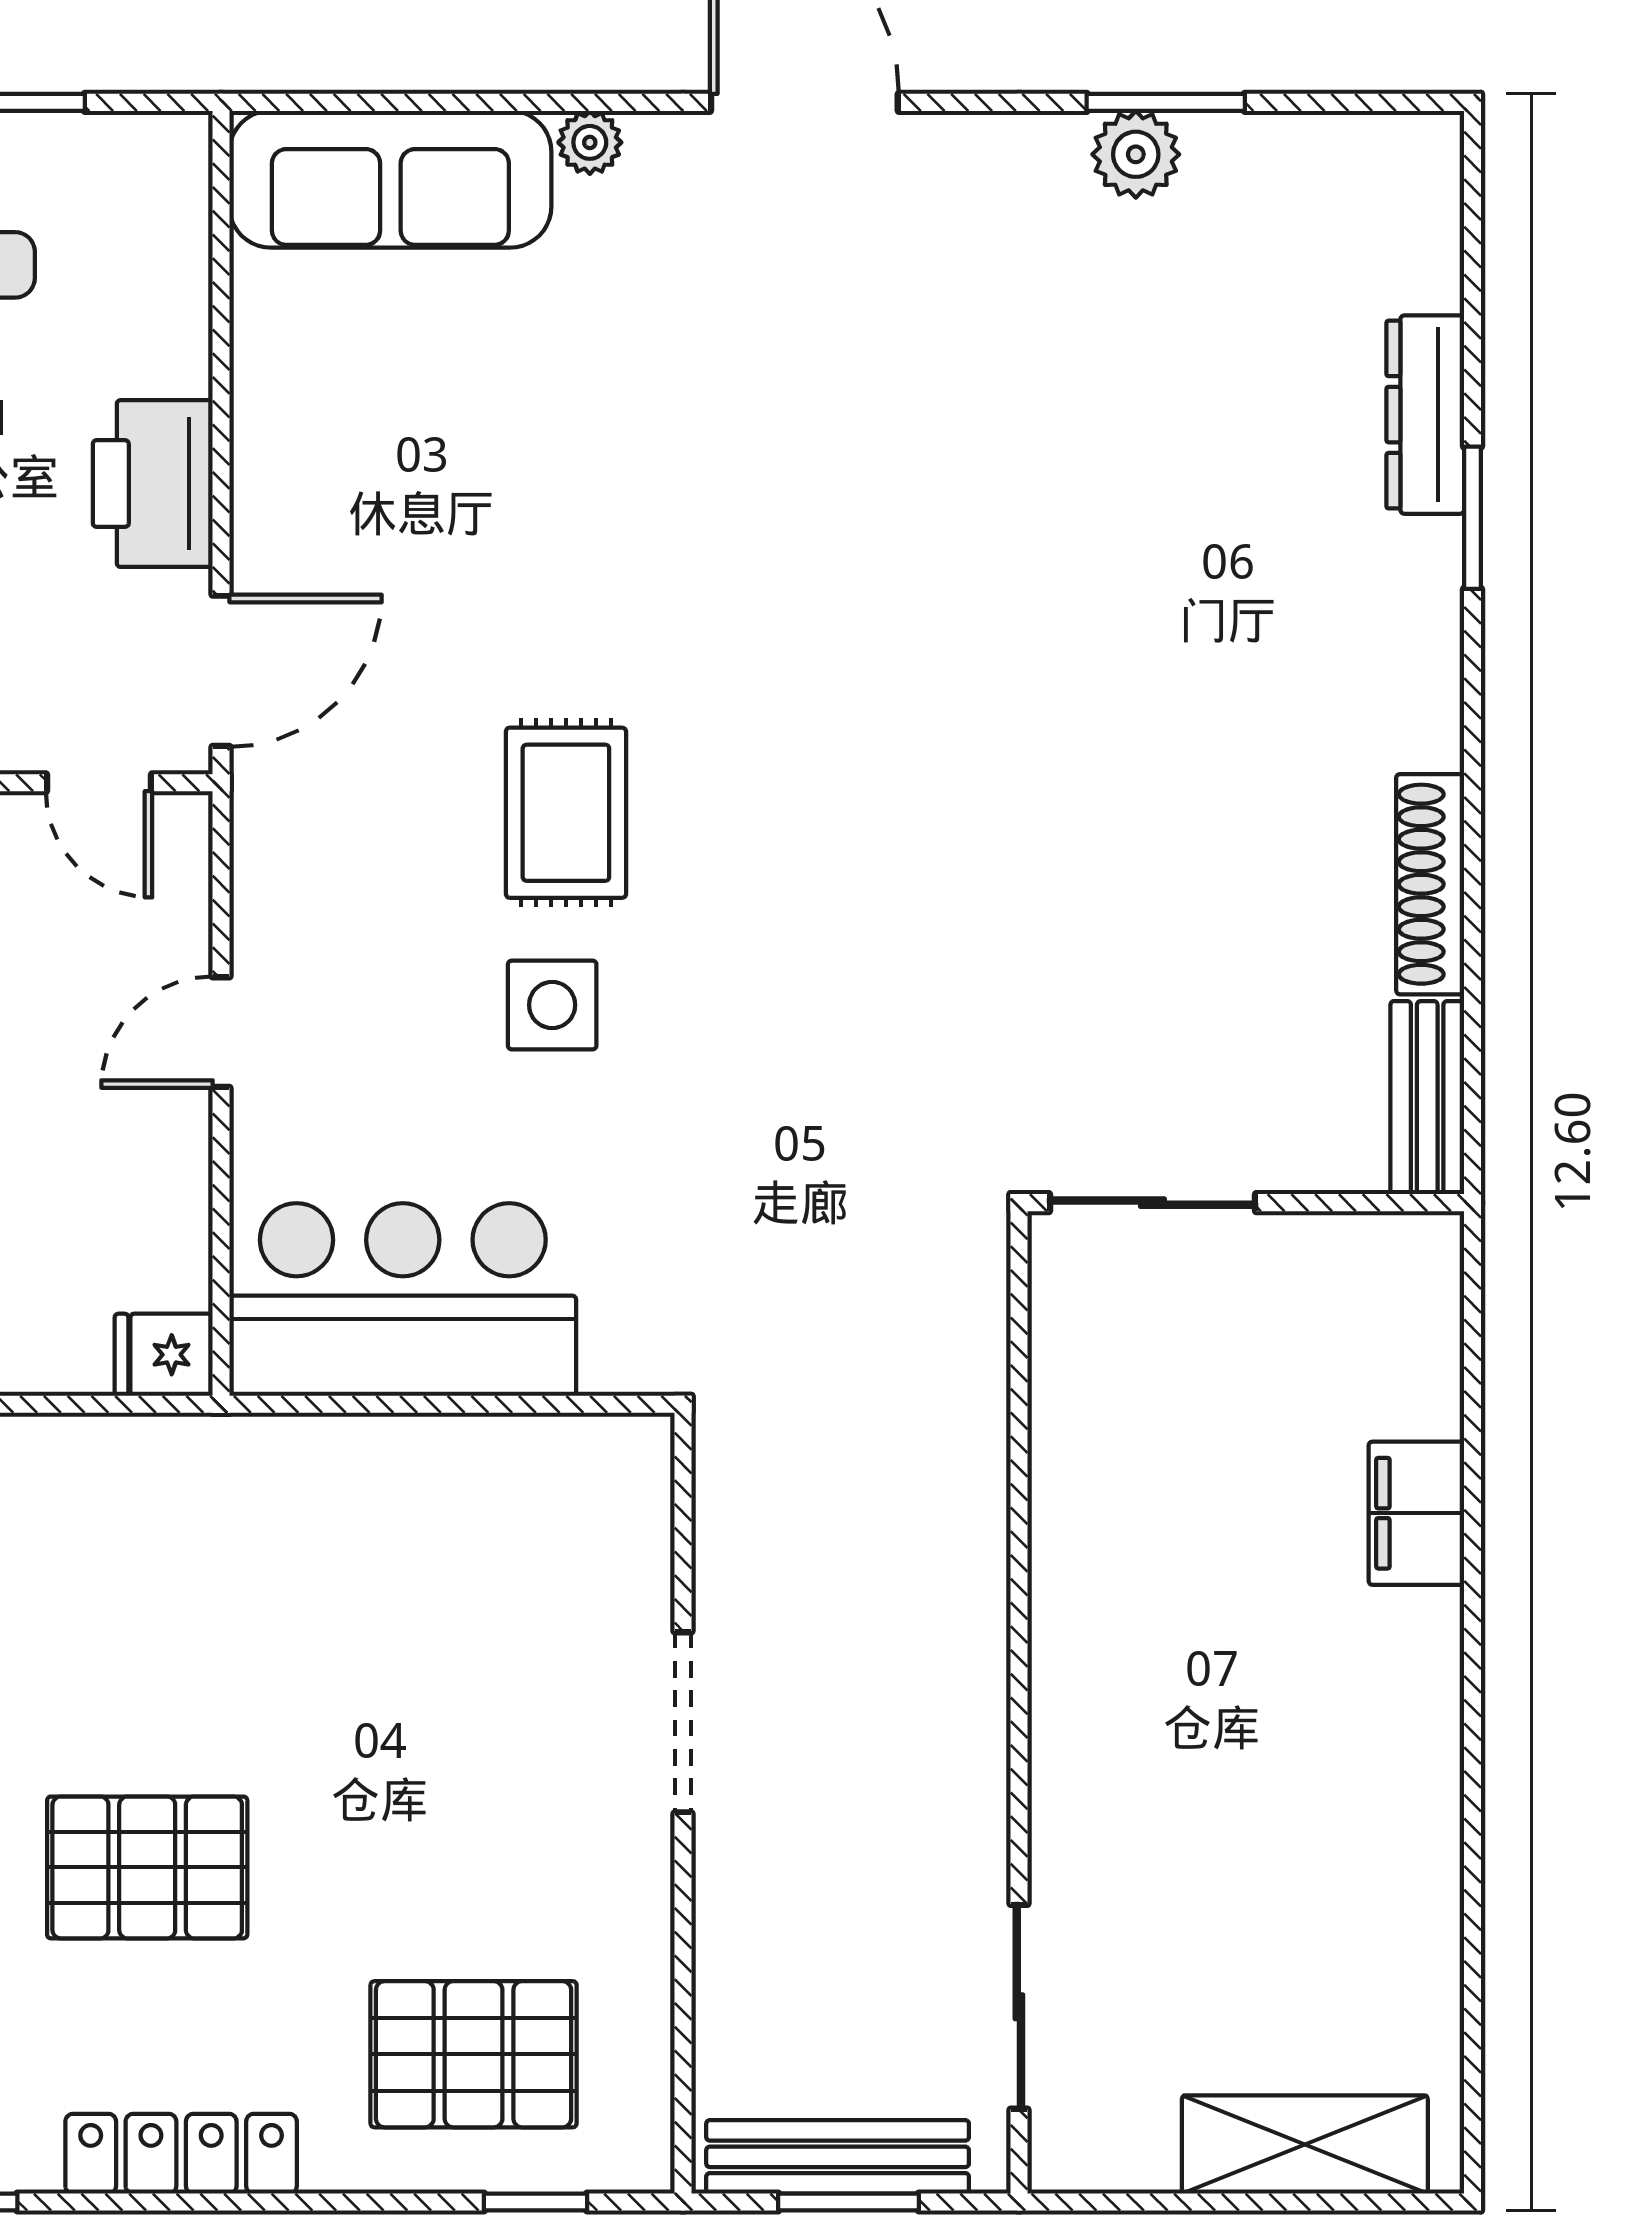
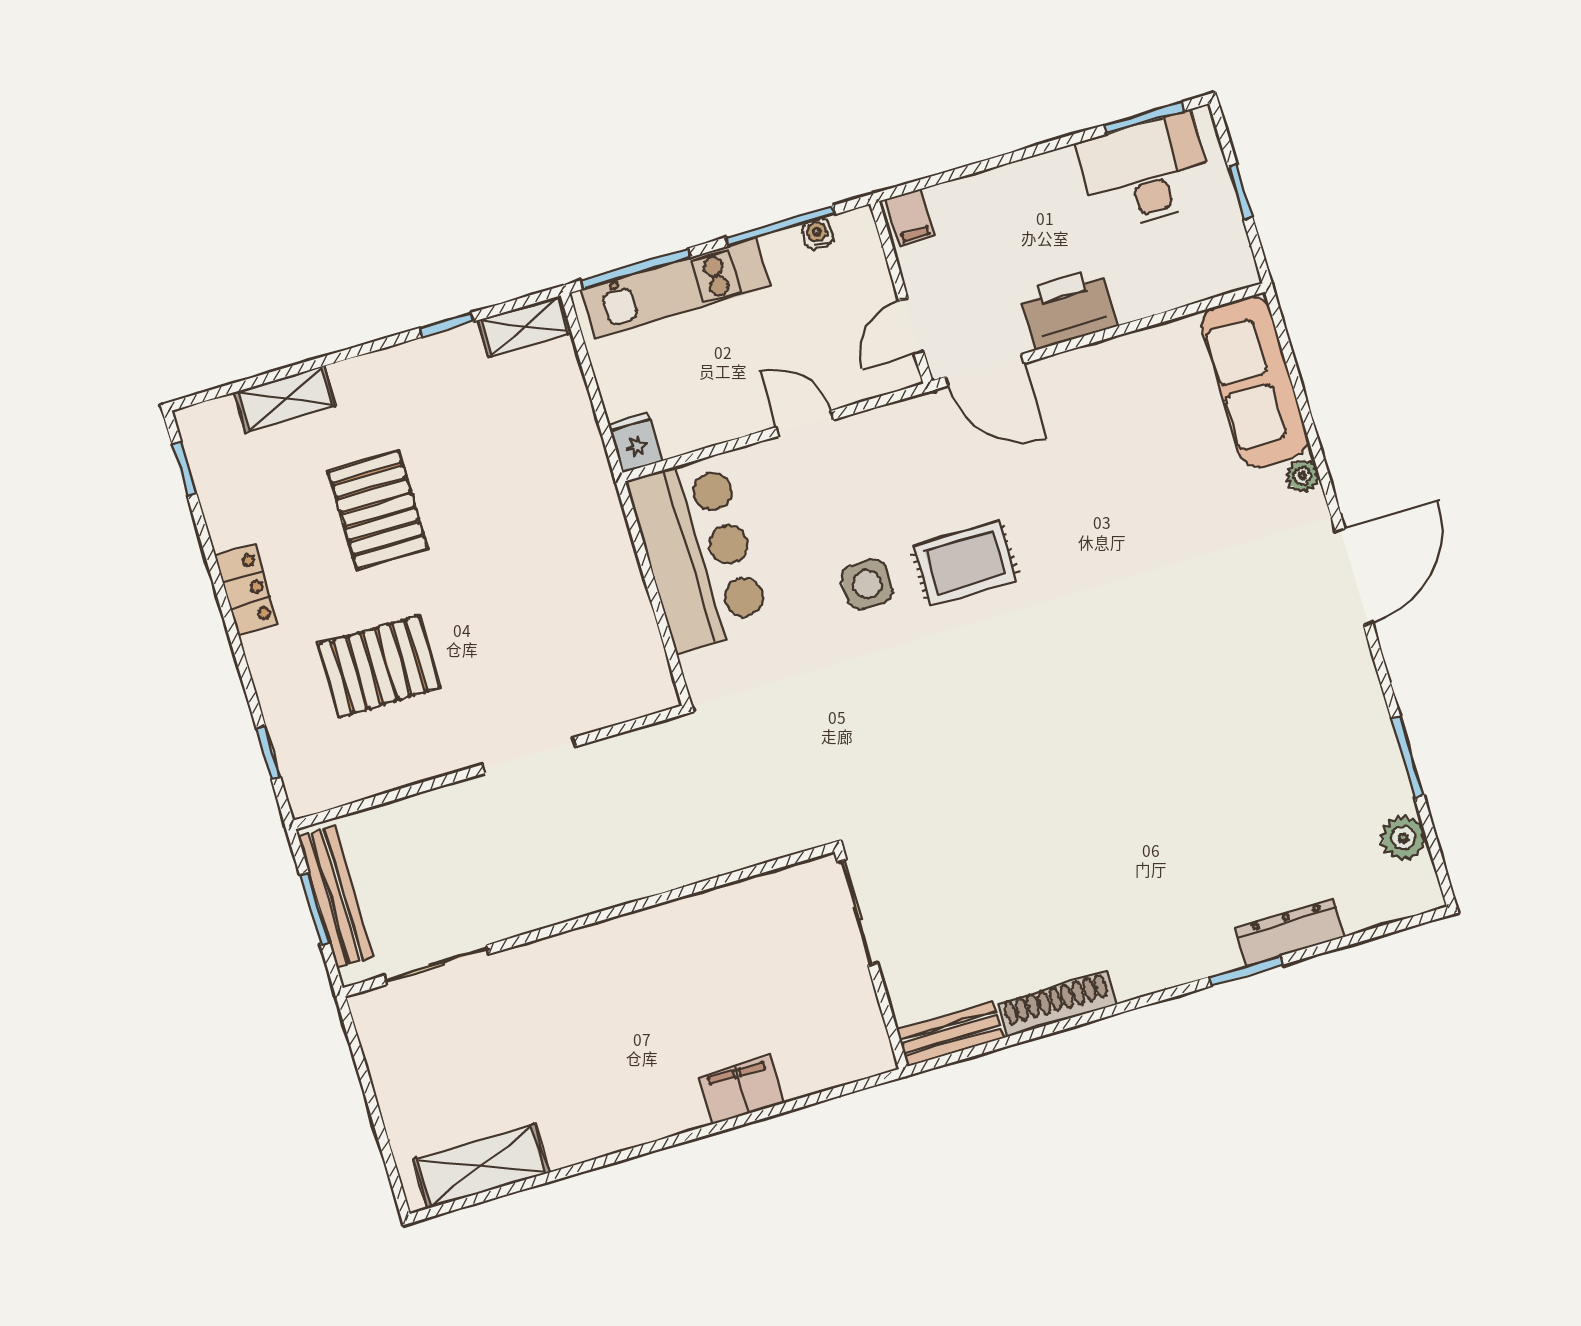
plant: (1136, 154) -> (1403, 838), moved
pallet: (474, 2054) -> (379, 666), moved, turned 90
shelving: (1305, 2144) -> (481, 1166), moved, turned 90
locker: (181, 2154) -> (246, 590), width x0.66

